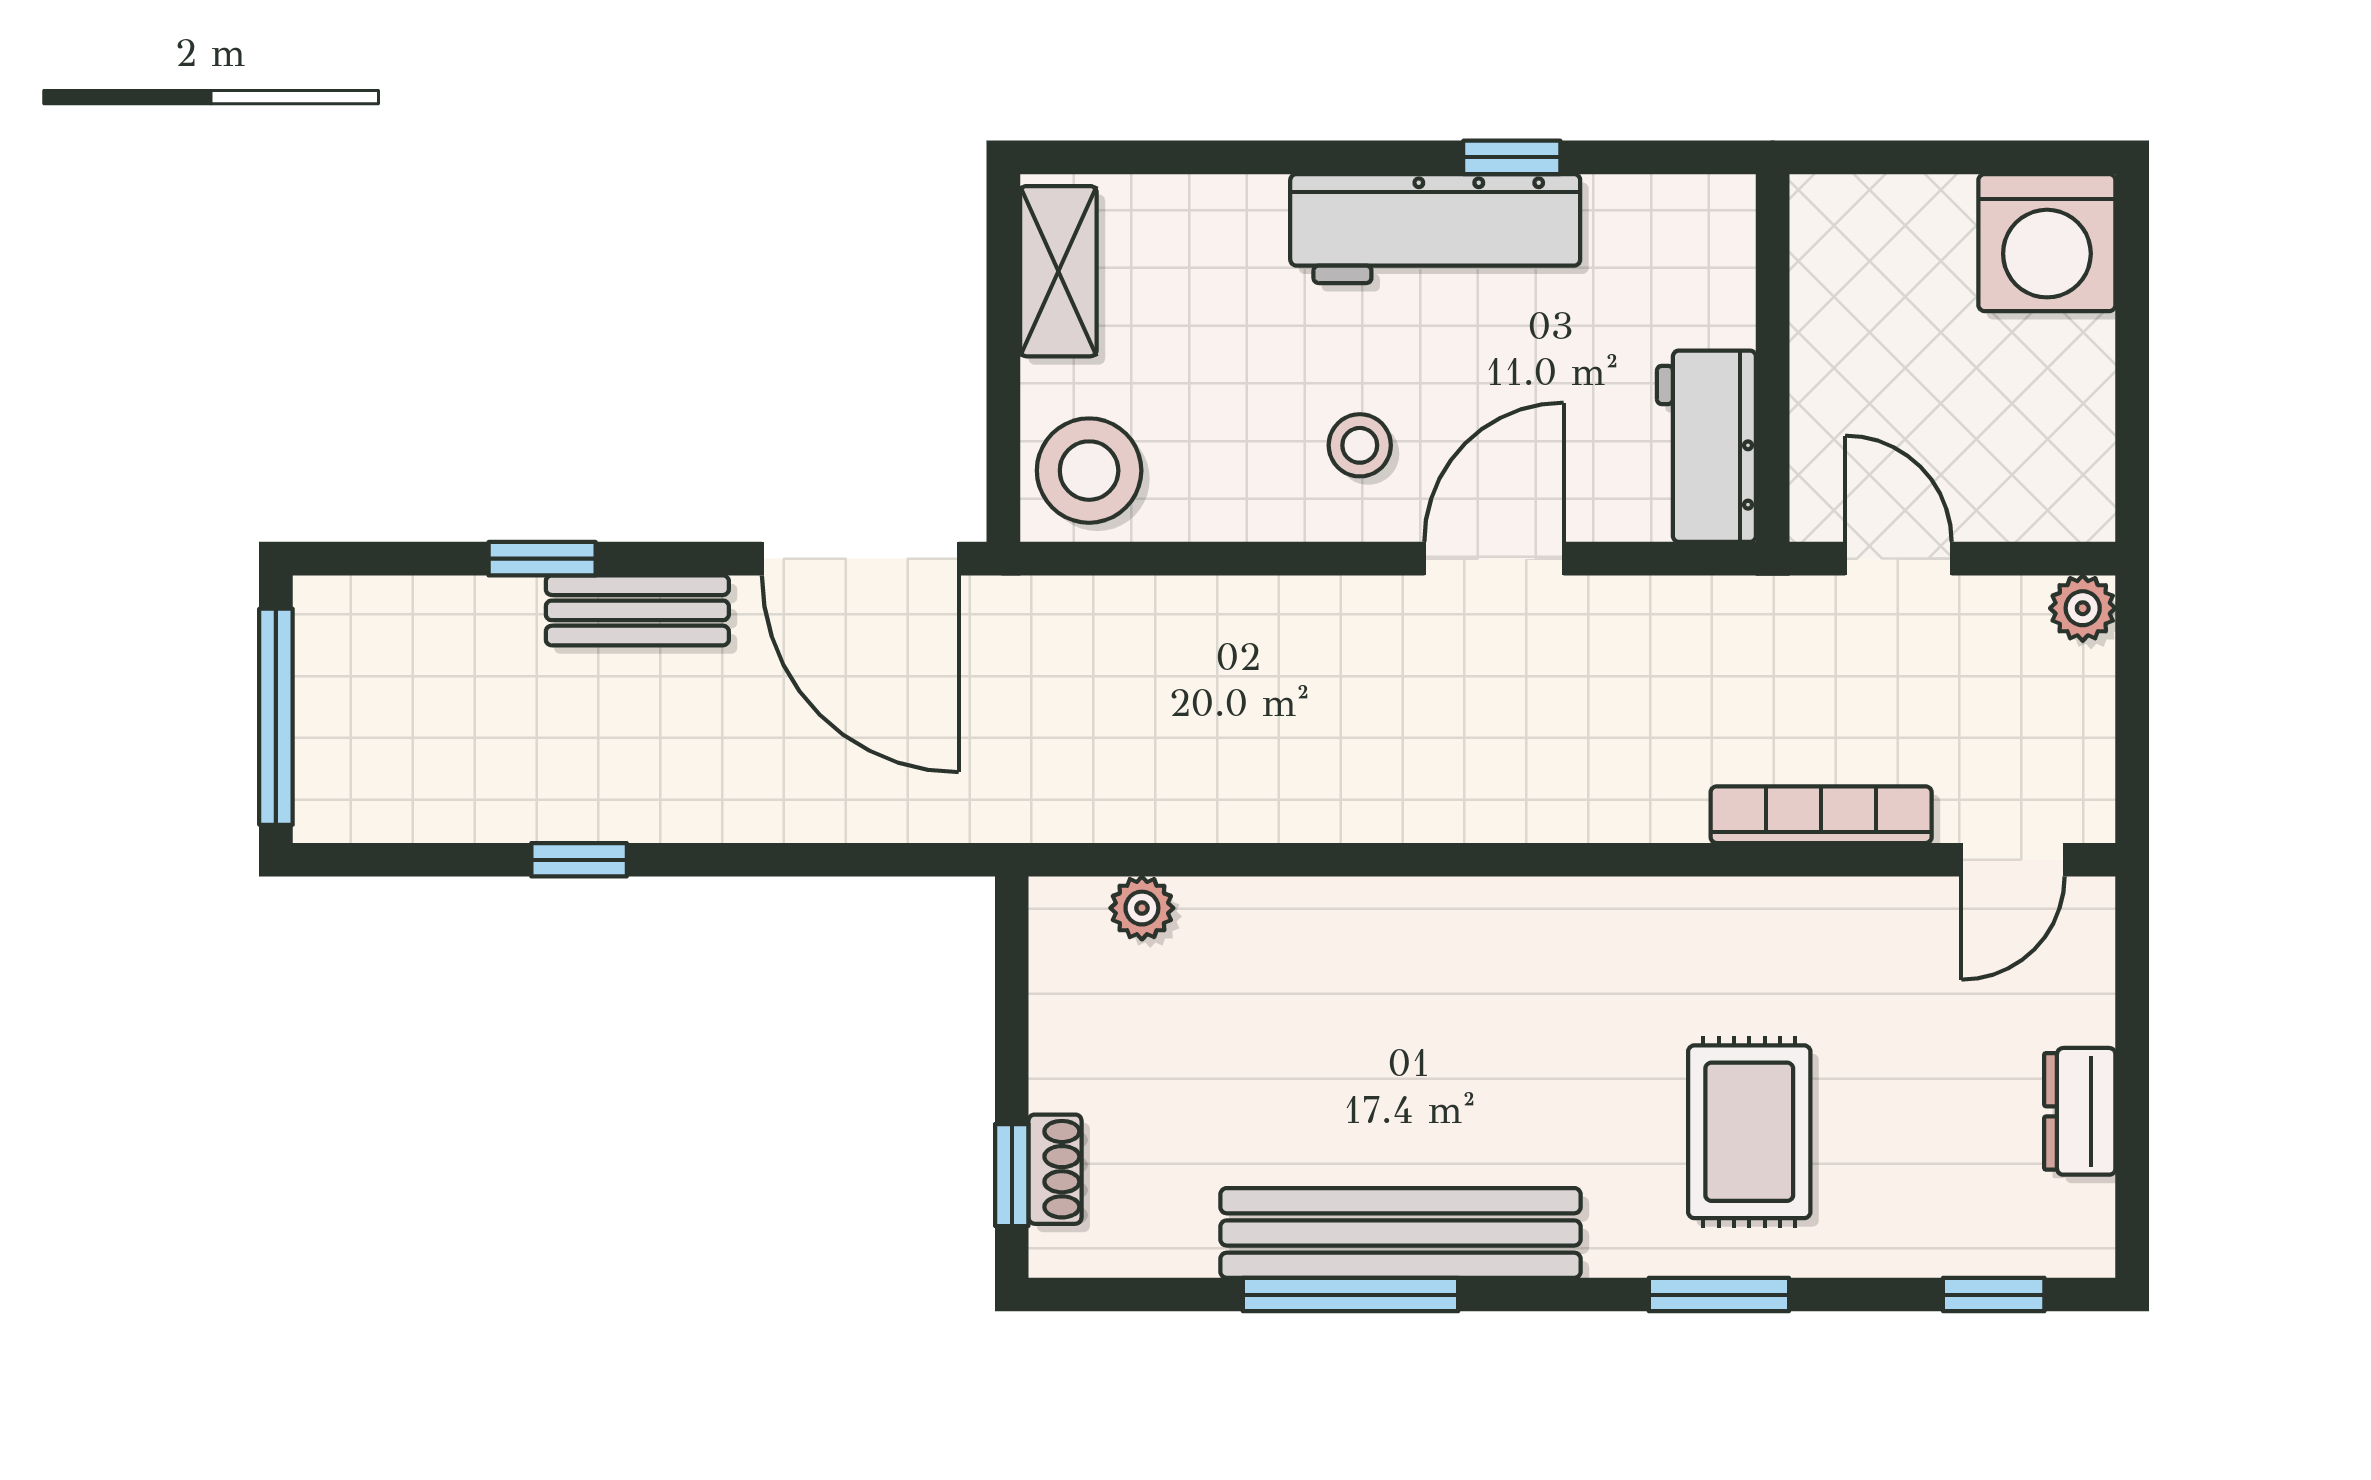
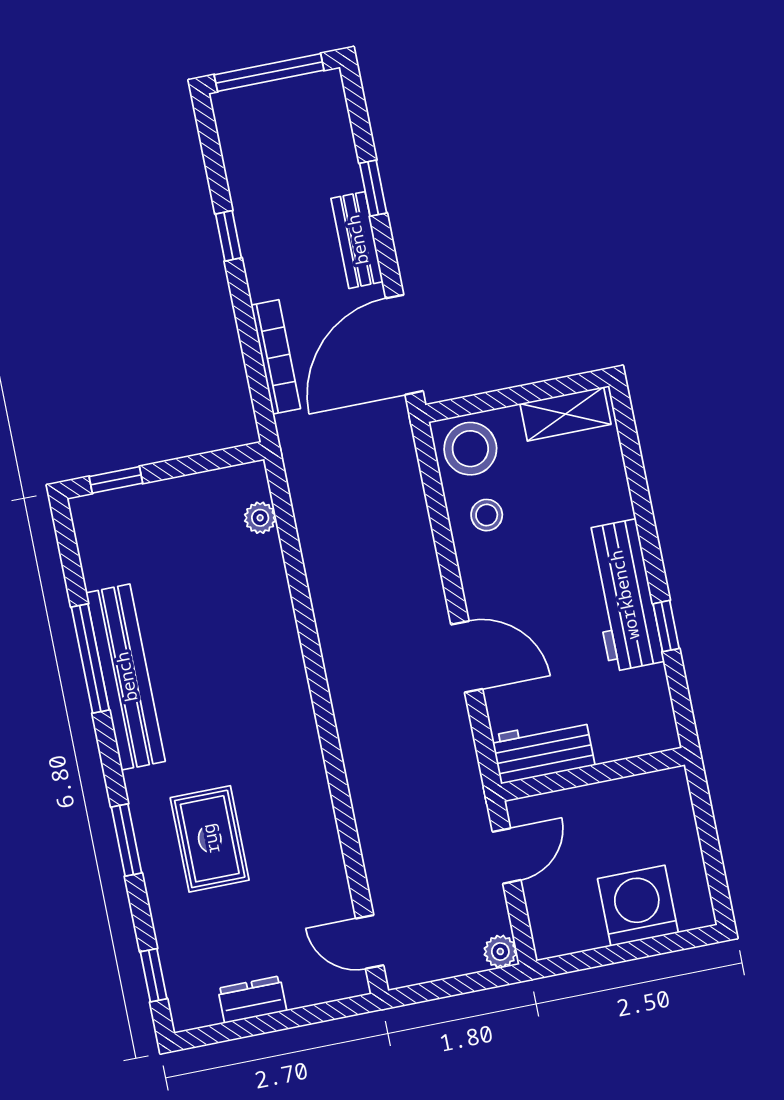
washing machine: (2047, 243) -> (638, 906), moved, turned 90
stool: (1360, 445) -> (487, 515), moved
bookcase: (1821, 815) -> (276, 357), moved
rug: (1749, 1132) -> (210, 839), turned 90
shoe rack: (1055, 1169) -> (123, 501), removed

